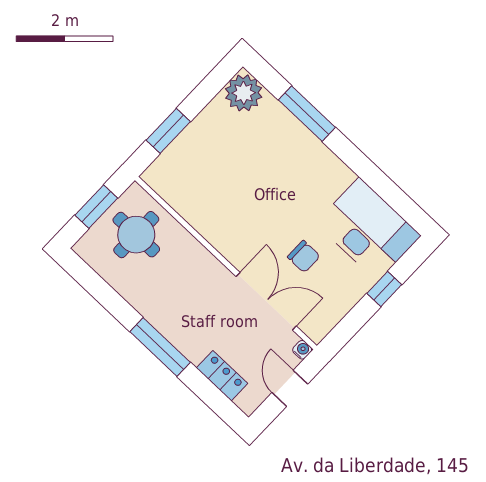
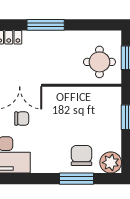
chair: (272, 137) -> (82, 156), added
chair: (304, 257) -> (22, 119), turned 180

